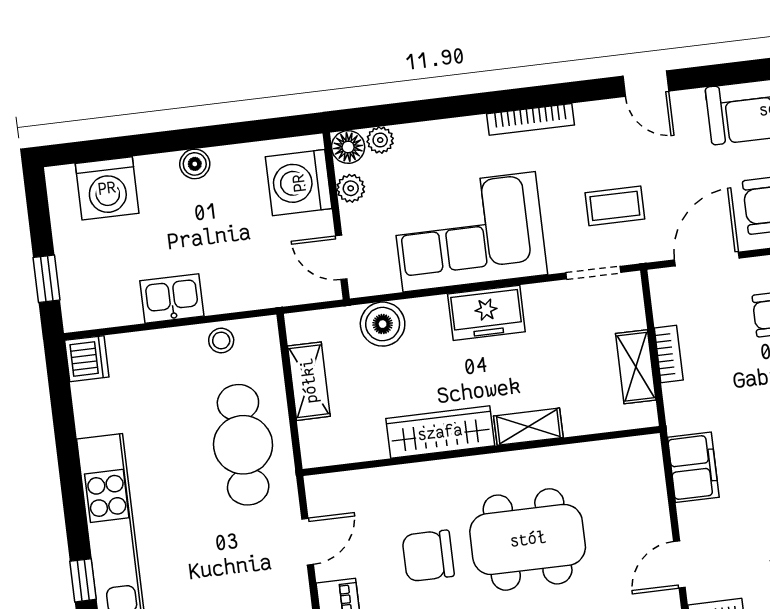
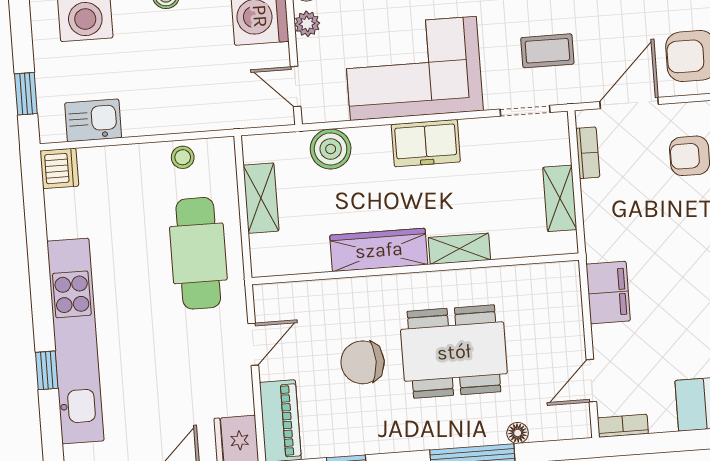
kitchen sink: (172, 298) -> (93, 120), moved
bookcase: (669, 354) -> (588, 153), moved

